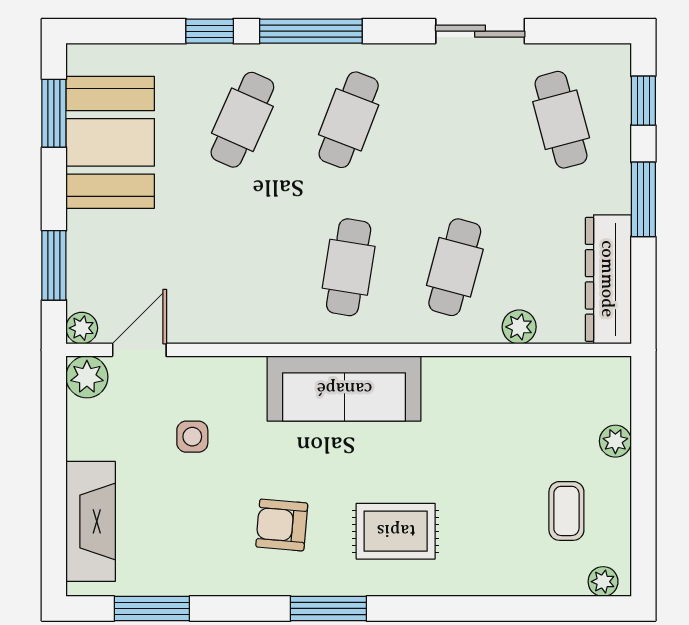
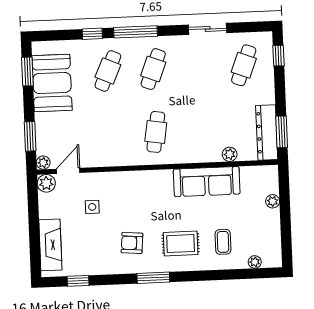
cafe table: (561, 120) -> (244, 65), turned 36
window: (643, 199) -> (282, 132), moved
cafe table: (455, 267) -> (201, 130), removed
sofa: (344, 389) -> (207, 182), moved
coffee table: (566, 511) -> (223, 242), moved
plant: (603, 582) -> (255, 262), moved
window: (152, 608) -> (78, 281), width x0.67

